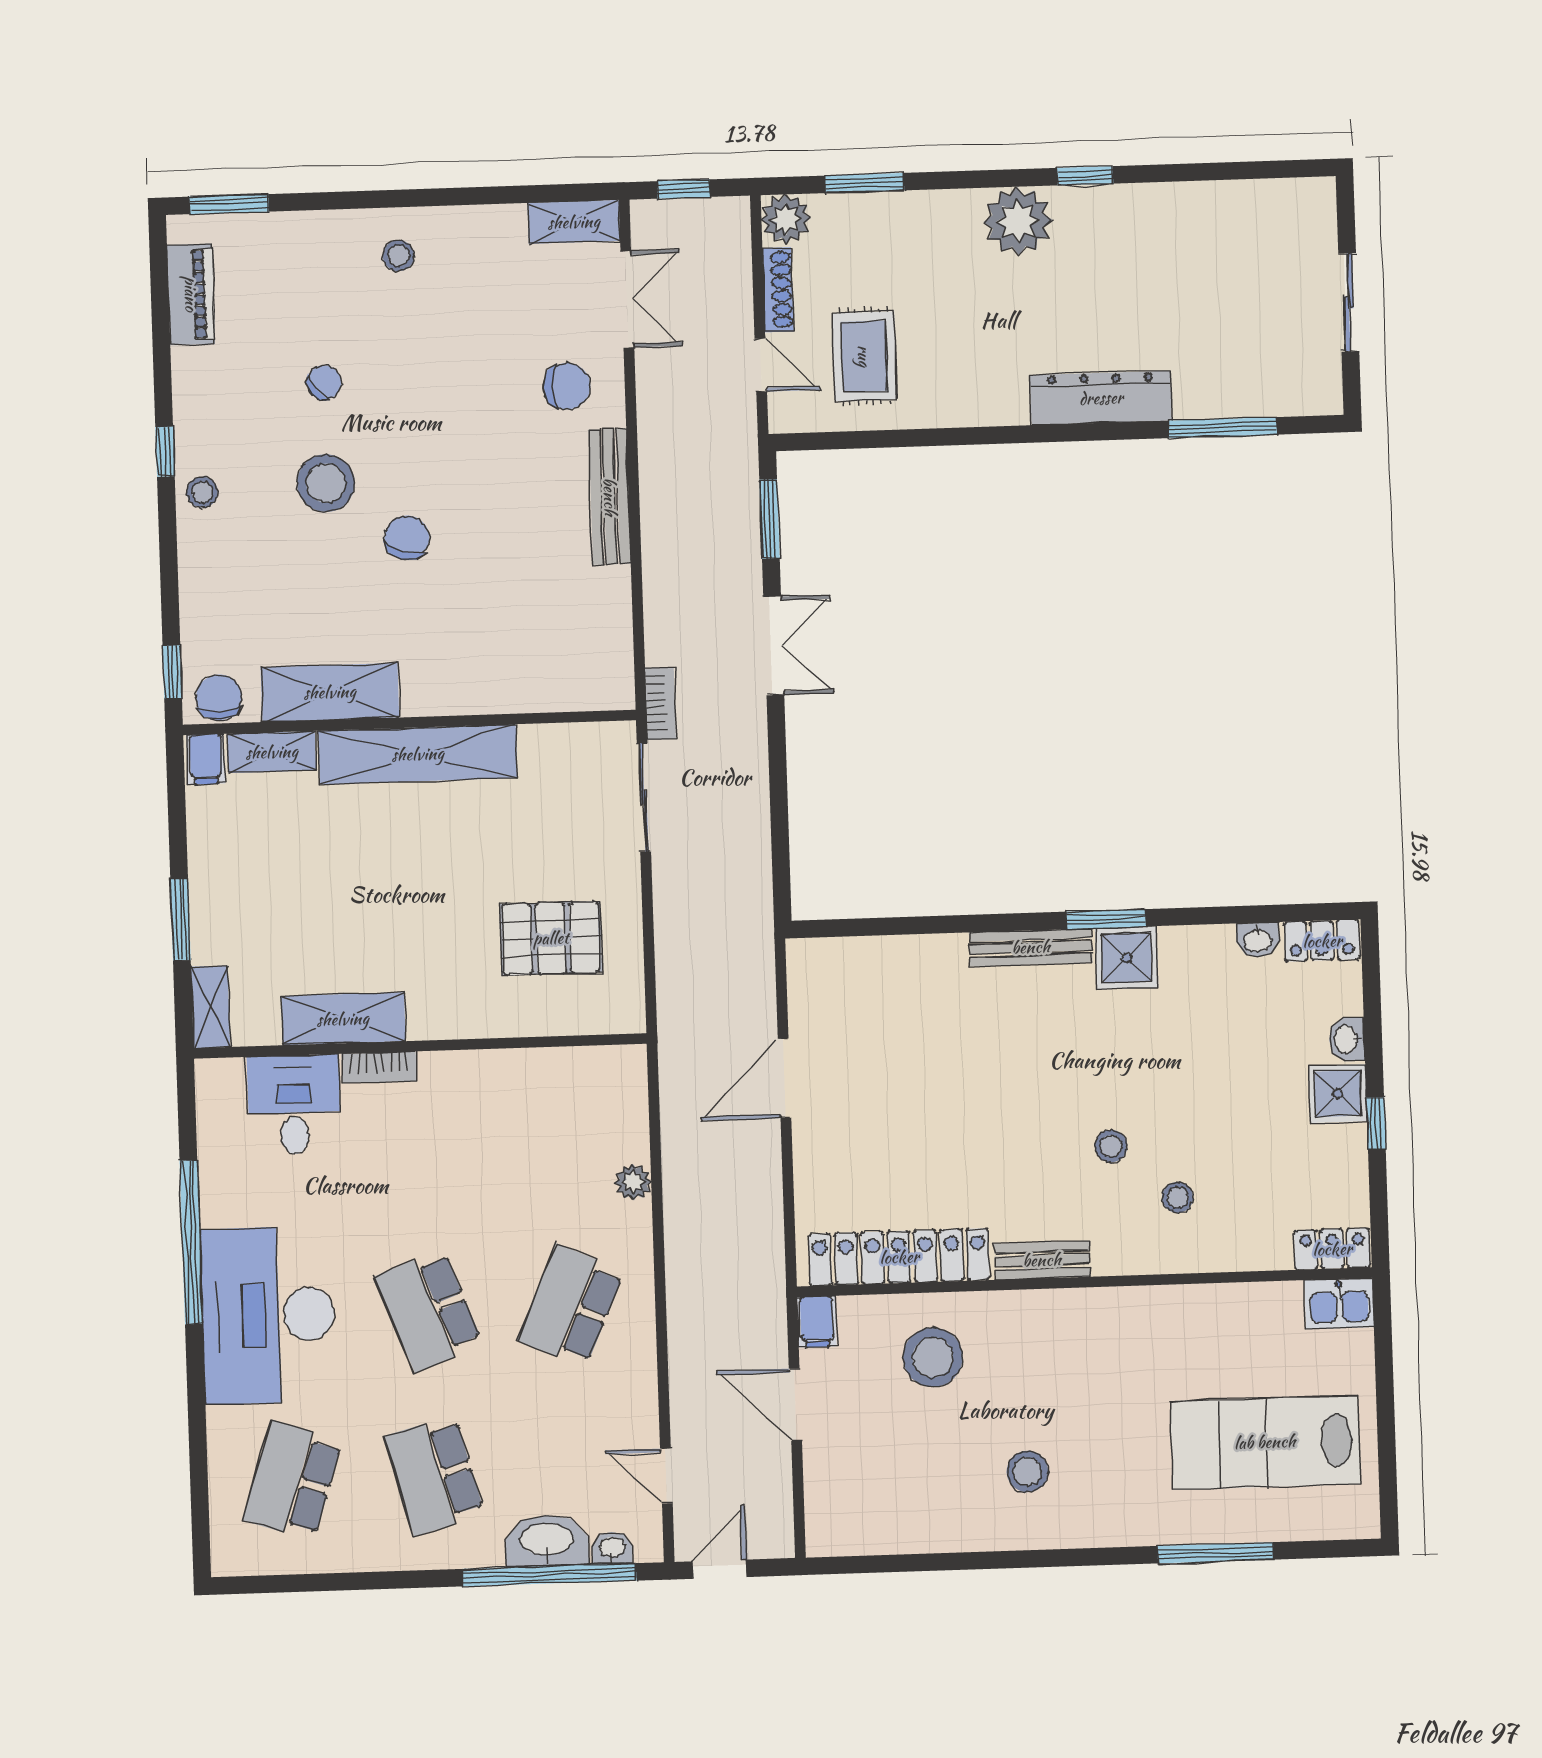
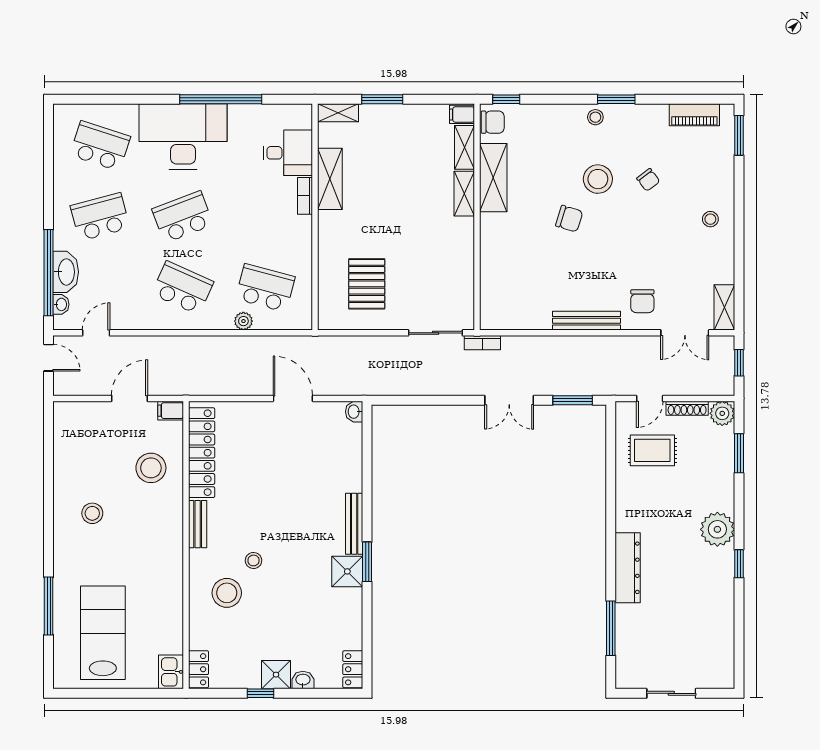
window: (165, 452) -> (616, 99), width x1.50
shelving: (418, 754) -> (464, 194), width x0.45, depth x0.75
washbasin: (1258, 940) -> (354, 412), moved
school desk: (565, 1141) -> (265, 288), added
stool: (1178, 1197) -> (227, 593), width x1.89, depth x1.89

